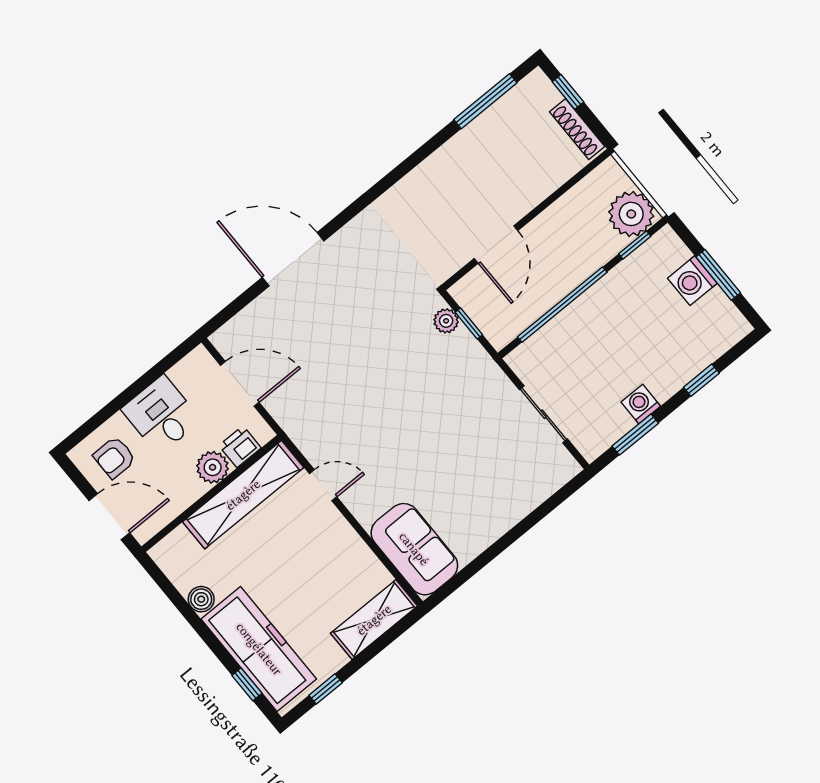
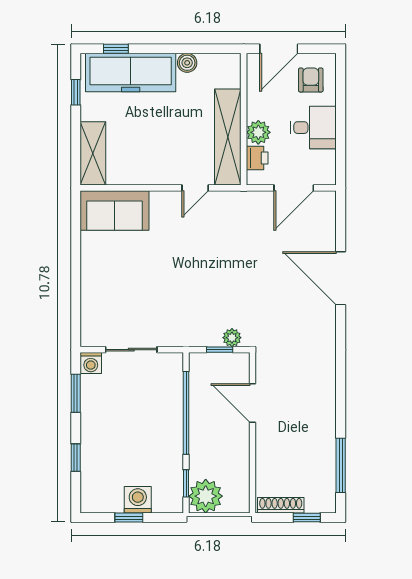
door: (293, 259) -> (341, 278), swing flipped
window: (718, 275) -> (129, 518), width x0.67
washing machine: (641, 404) -> (91, 363), moved, turned 90

